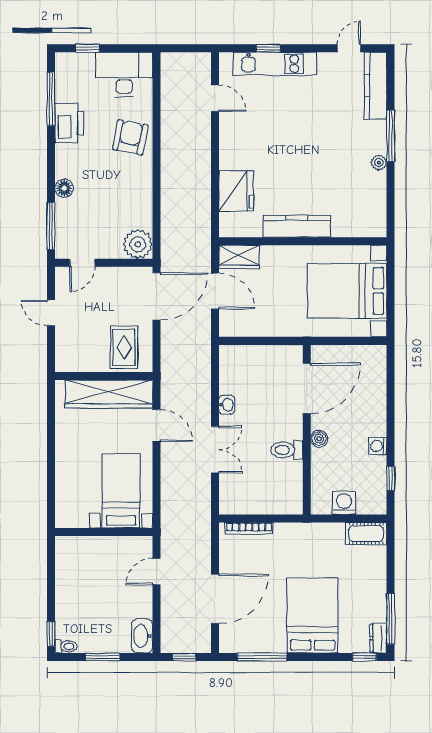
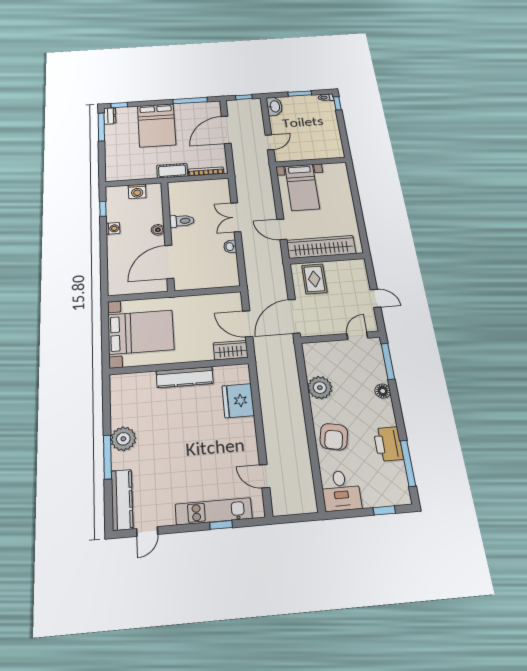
desk: (124, 74) -> (341, 491), width x0.73
plant: (379, 163) -> (123, 439), width x1.88, depth x1.88
plant: (138, 244) -> (320, 388), moved
cot: (366, 534) -> (172, 171), moved

